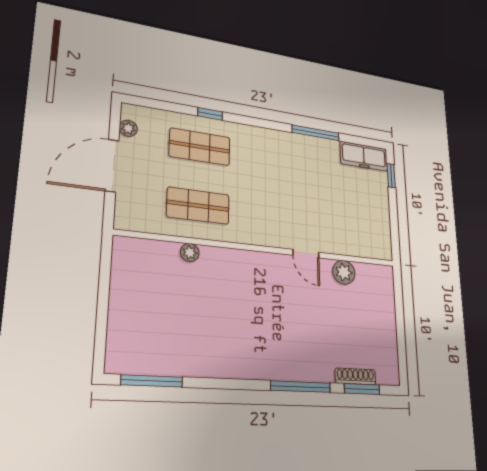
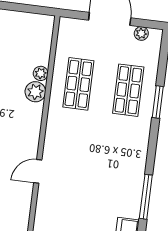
window: (210, 114) -> (158, 102), width x1.50
plant: (344, 272) -> (35, 92), moved

